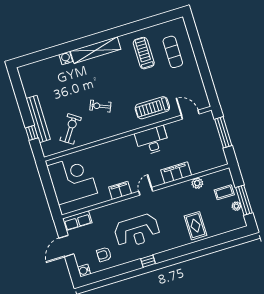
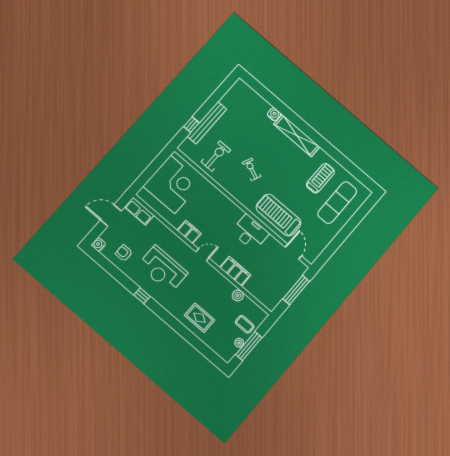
exercise mat: (173, 52) -> (337, 203), width x1.36, depth x1.45
treadmill: (152, 108) -> (278, 215), width x1.37, depth x1.38
exercise bike: (71, 129) -> (216, 156), turned -34
rug: (195, 226) -> (199, 318), turned 90

